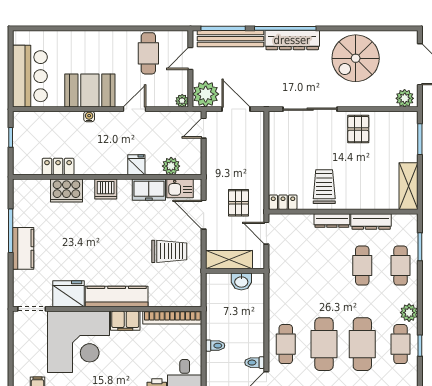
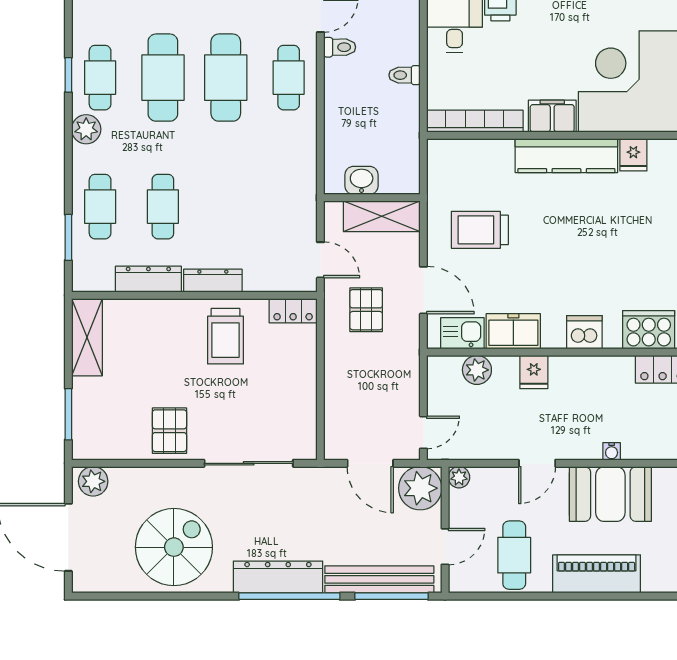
piano: (98, 42) -> (597, 574), added
fridge: (68, 294) -> (633, 155), width x0.53, depth x0.75

